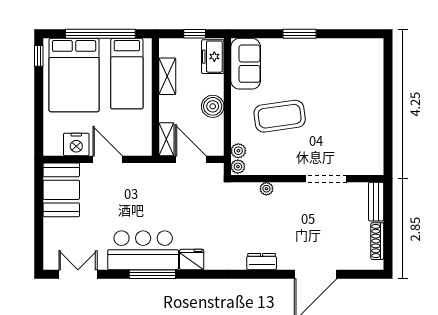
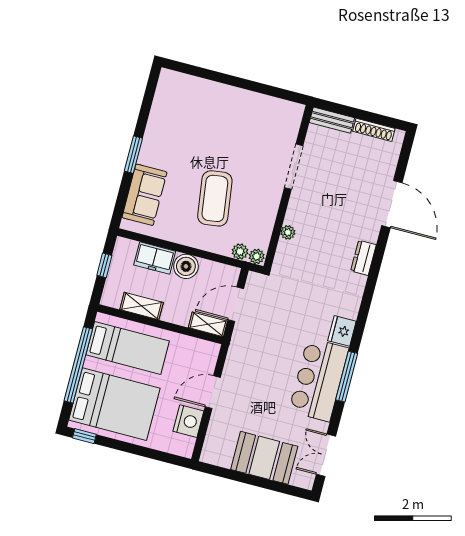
freezer: (213, 57) -> (155, 258), moved
sofa: (246, 64) -> (144, 195), moved, turned 90
booth: (61, 190) -> (264, 458), moved

